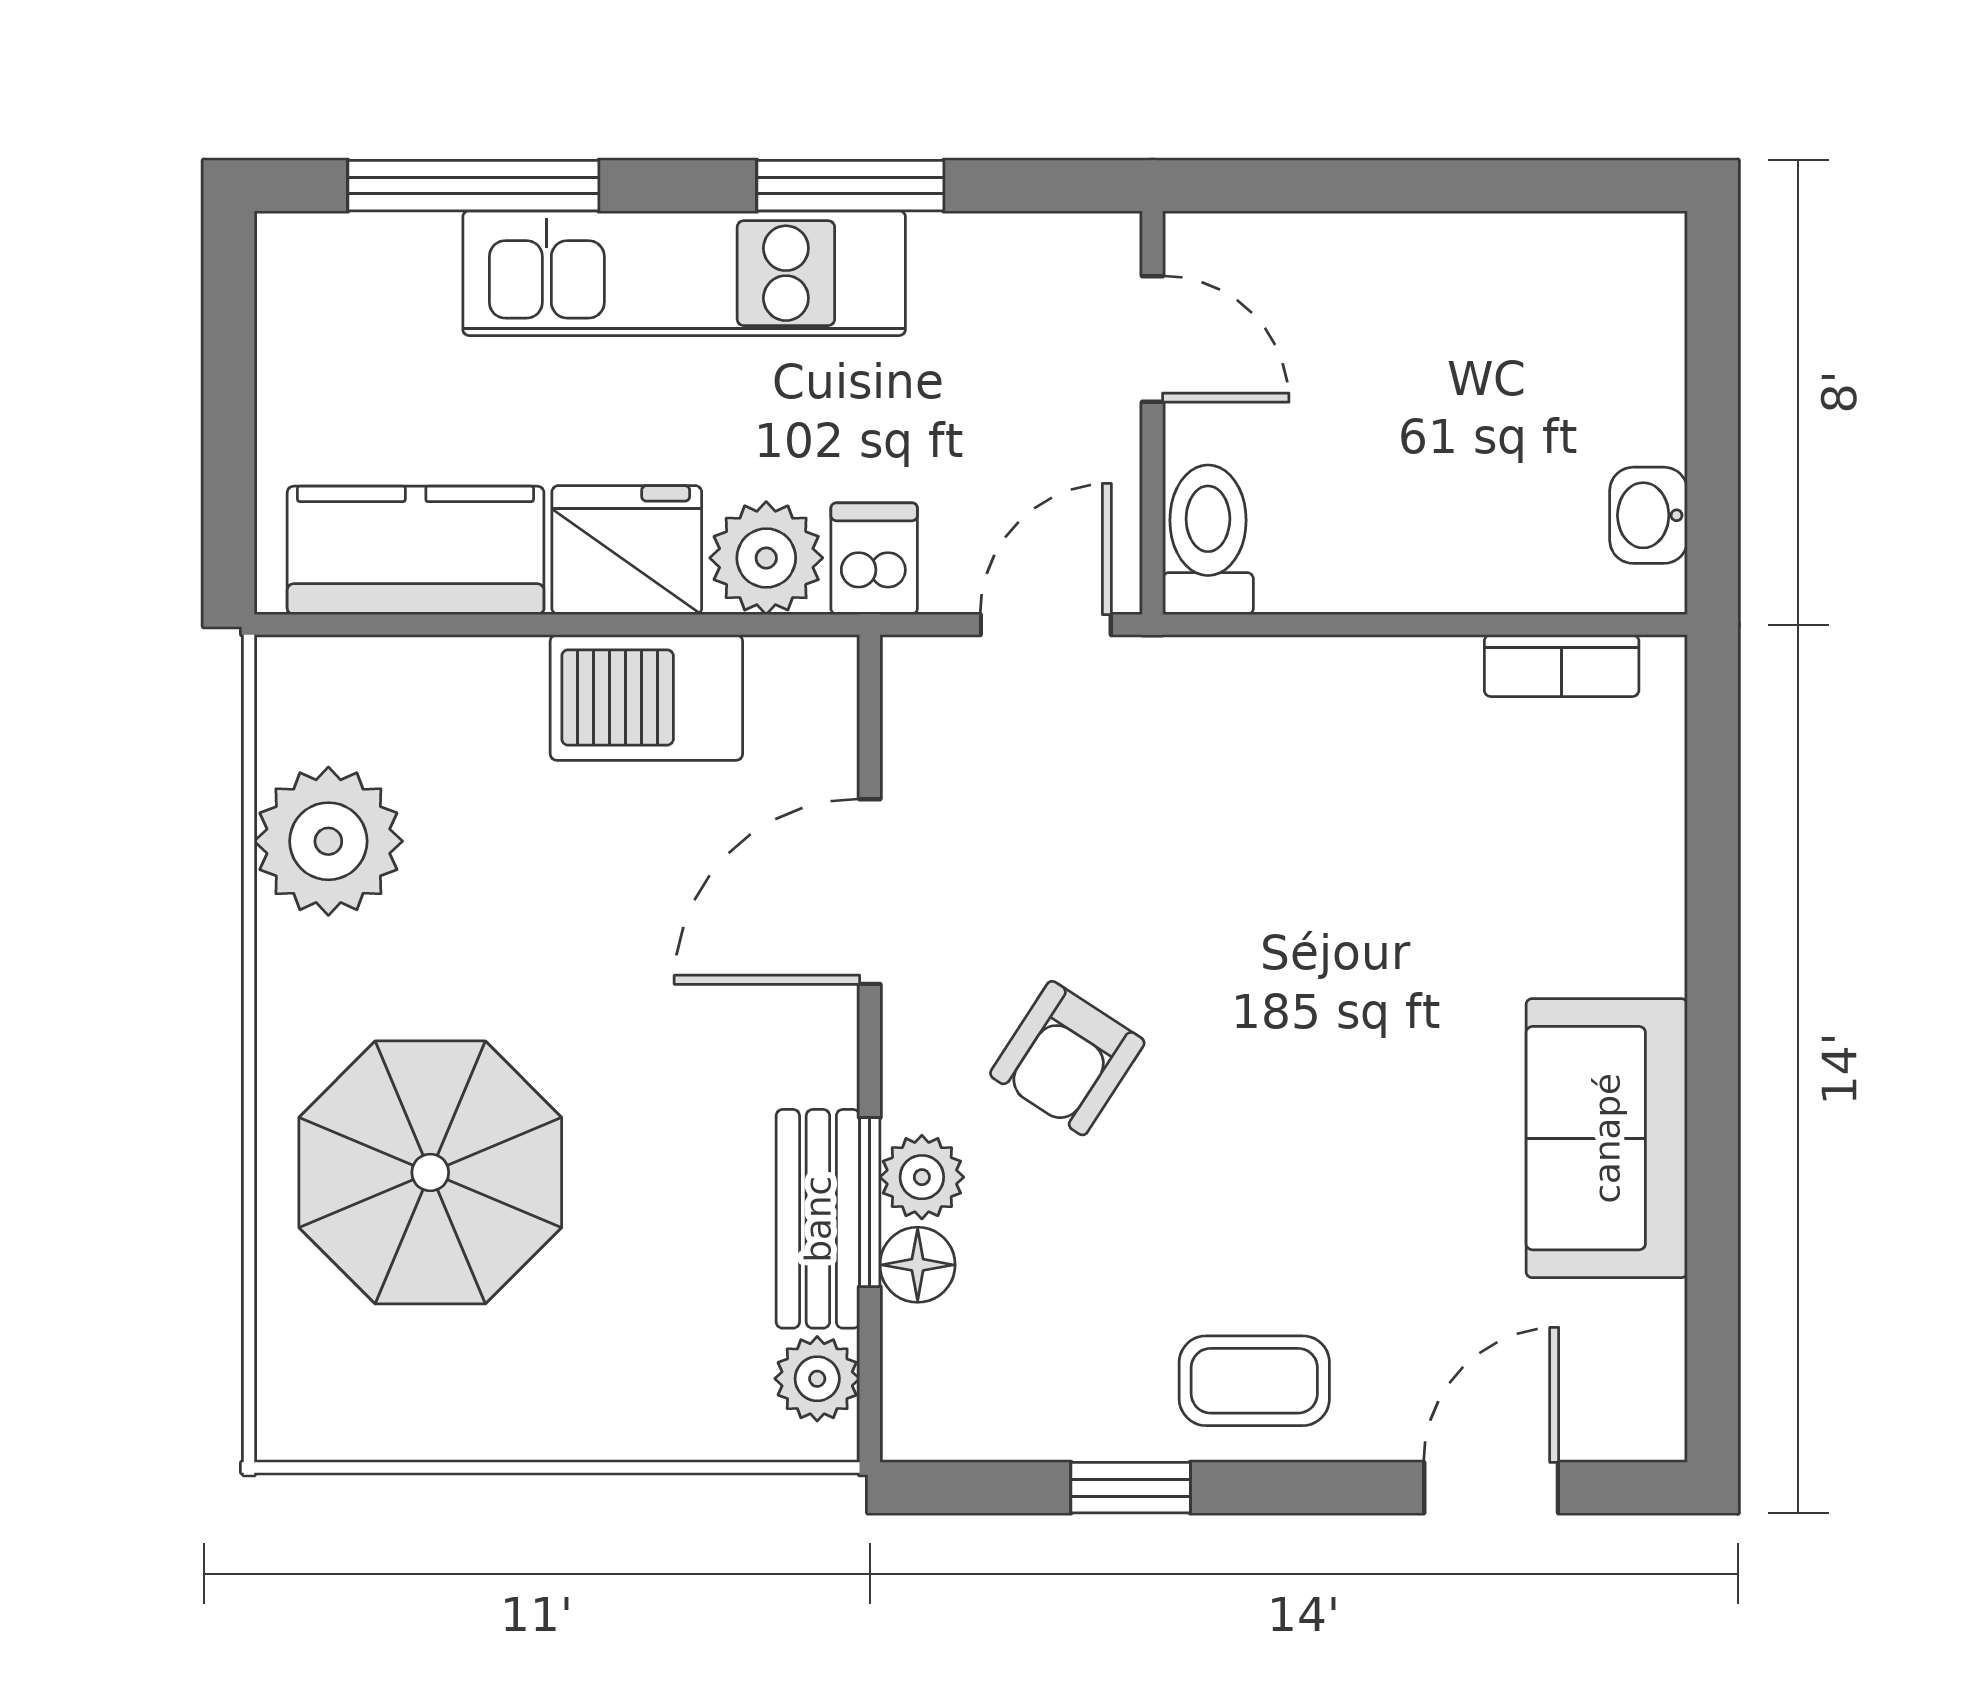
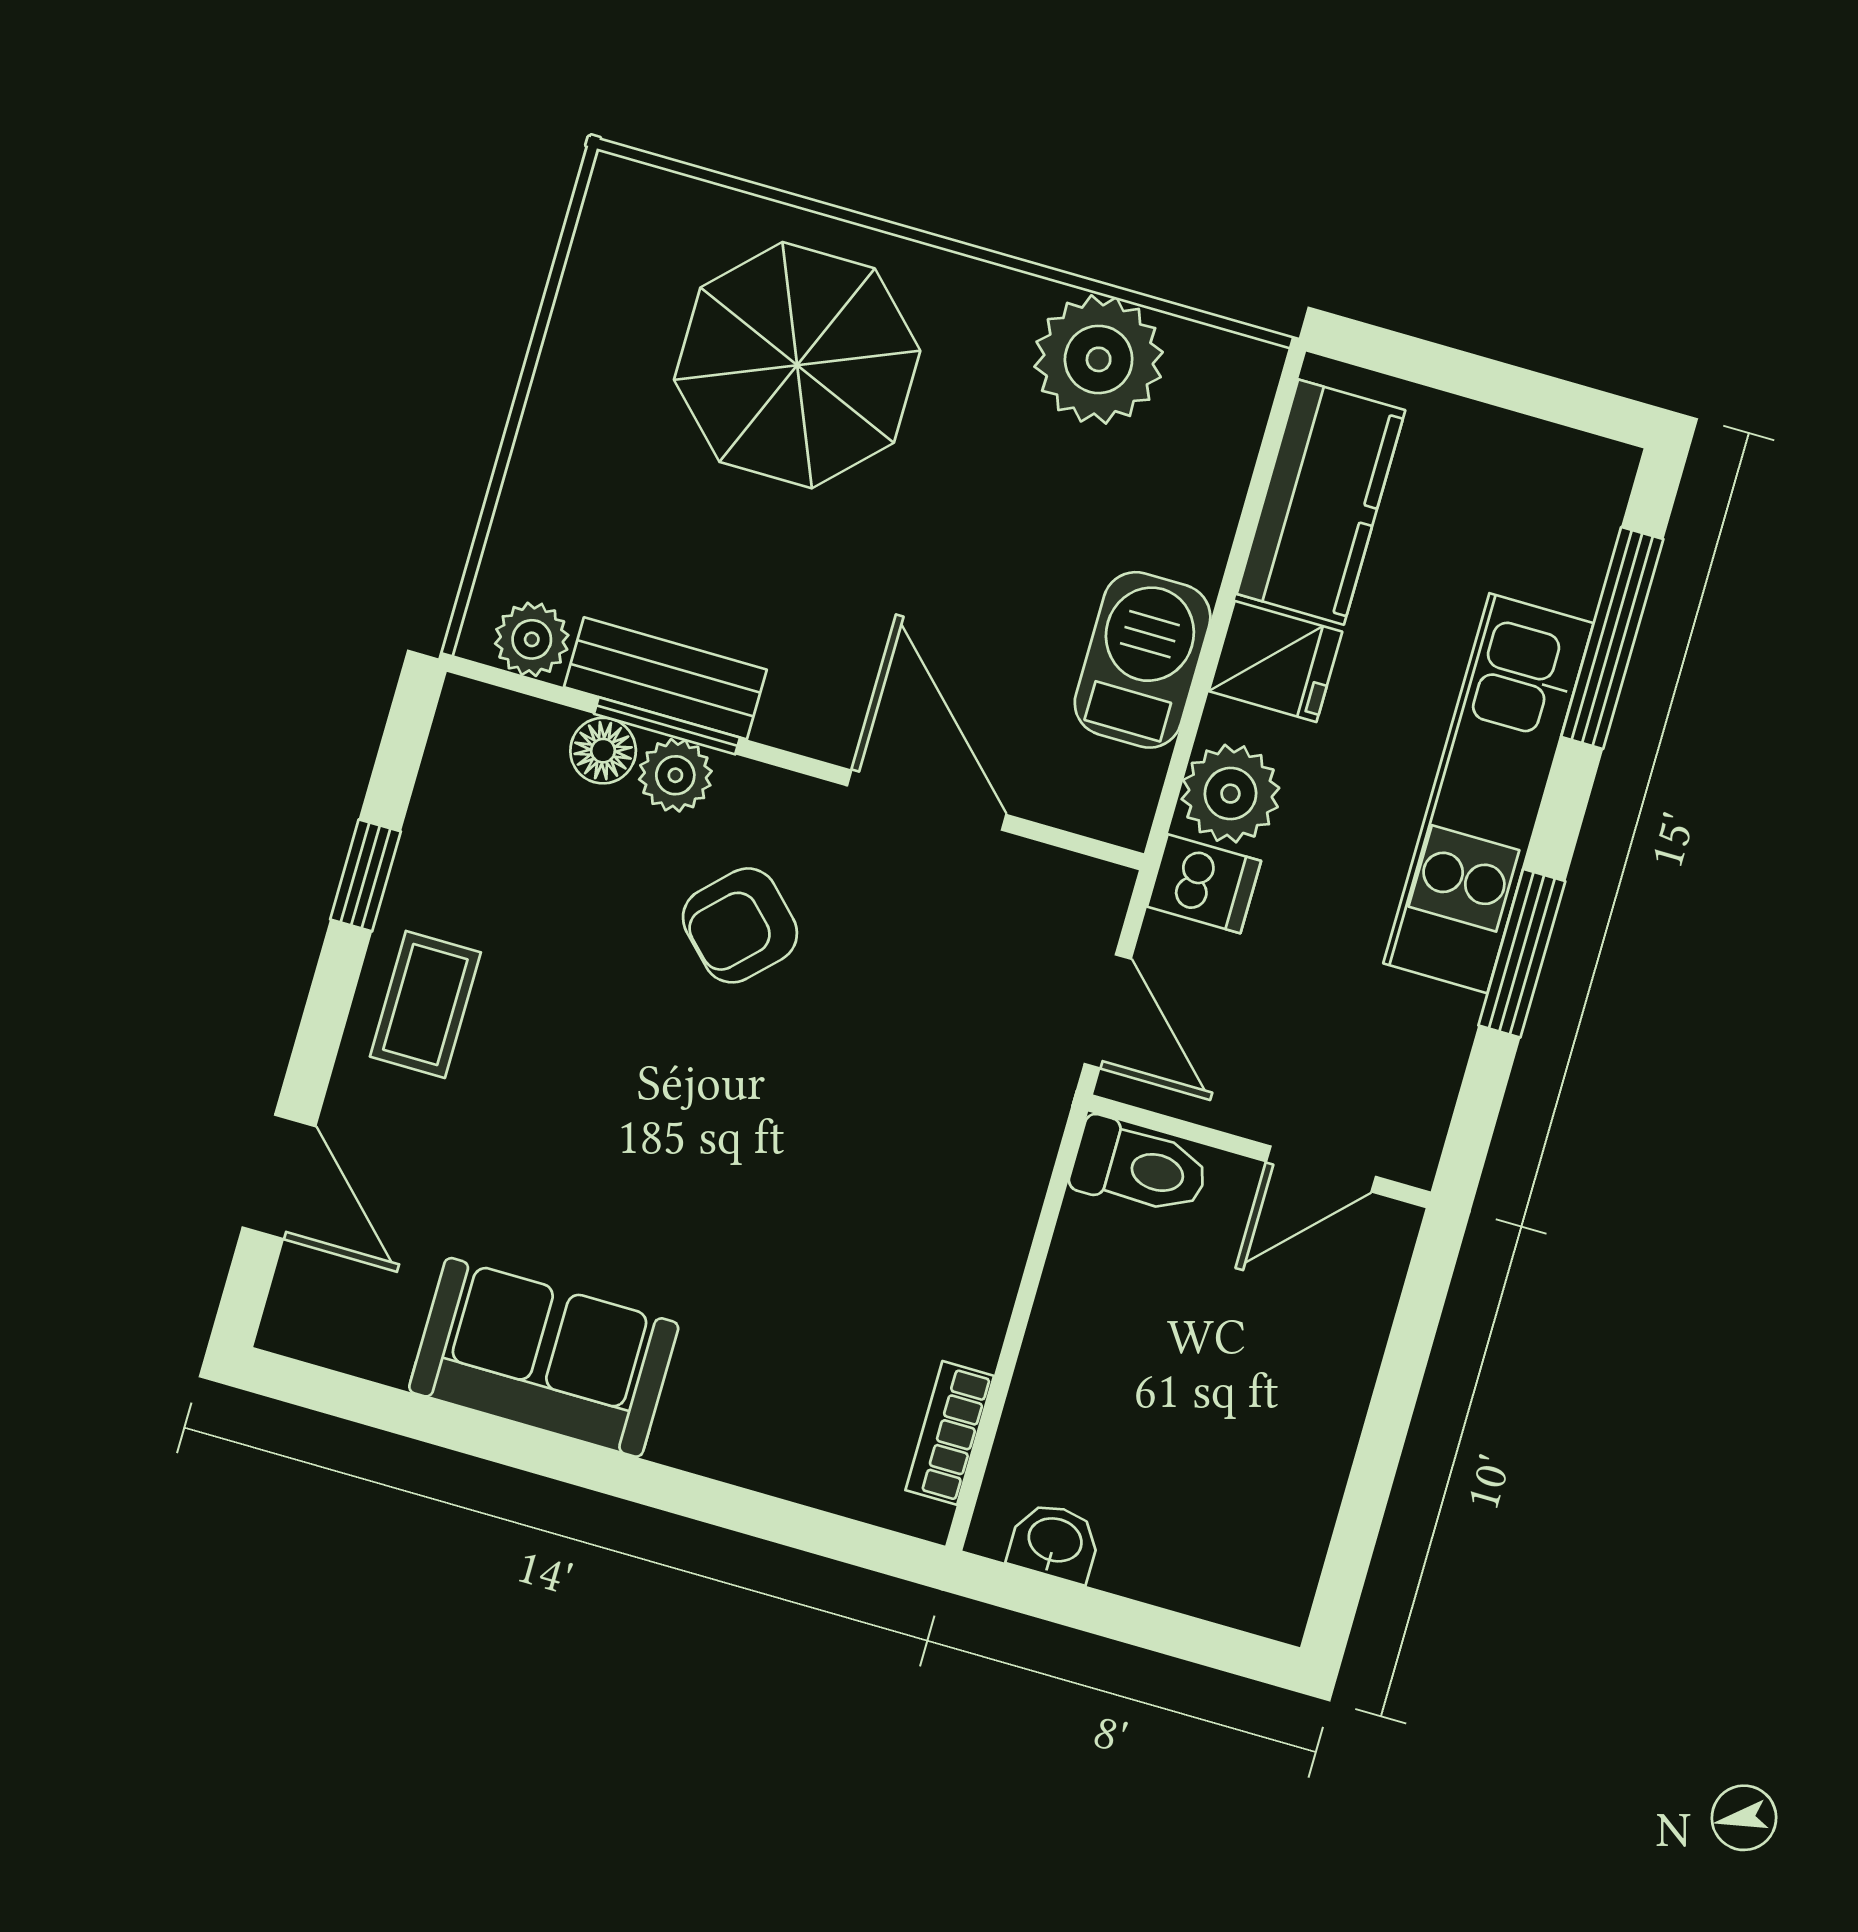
fridge: (627, 550) -> (1276, 661), width x0.72
armchair: (1067, 1058) -> (740, 925), turned -78

